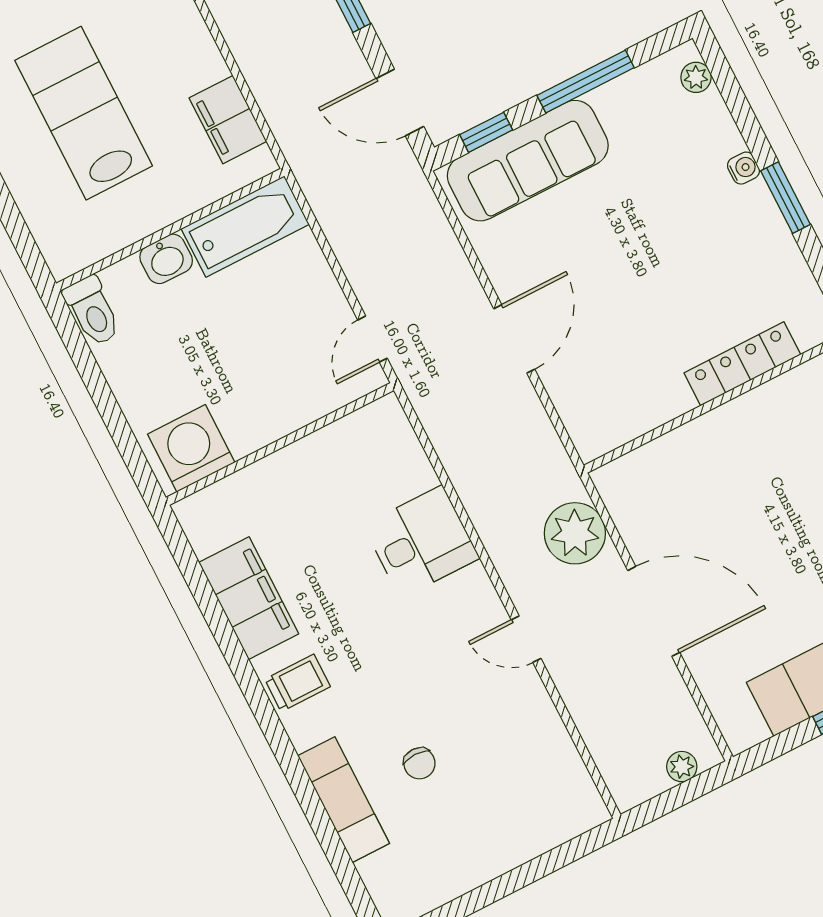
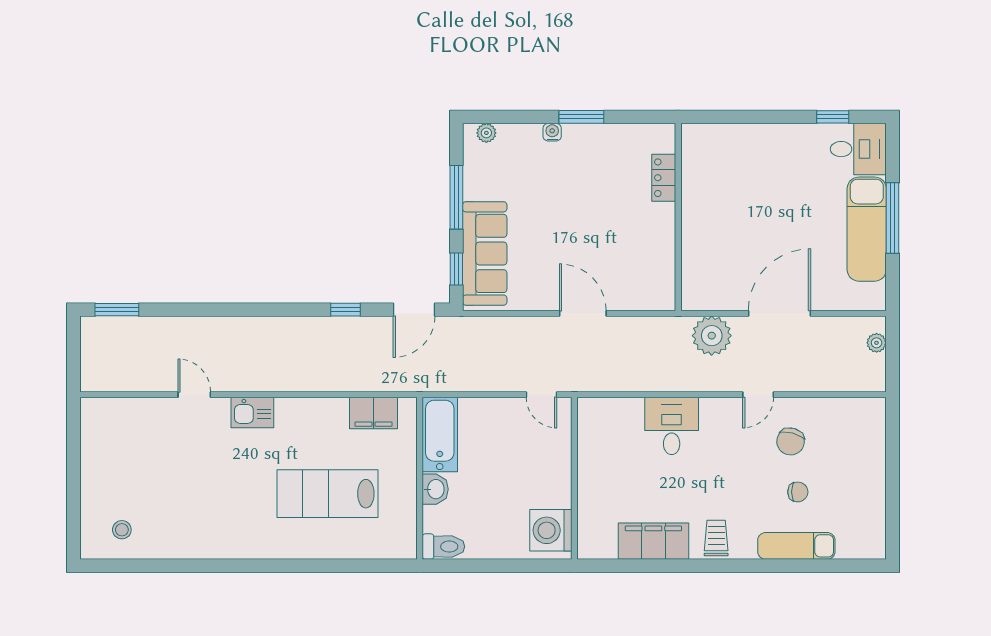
locker: (742, 364) -> (664, 178), width x0.66
chair: (484, 717) -> (791, 441), added

